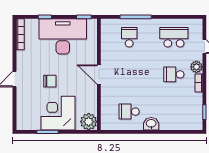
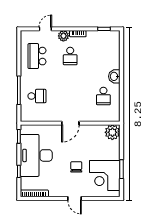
school desk: (129, 37) -> (37, 96), turned 180
corner desk: (58, 113) -> (105, 176), moved

